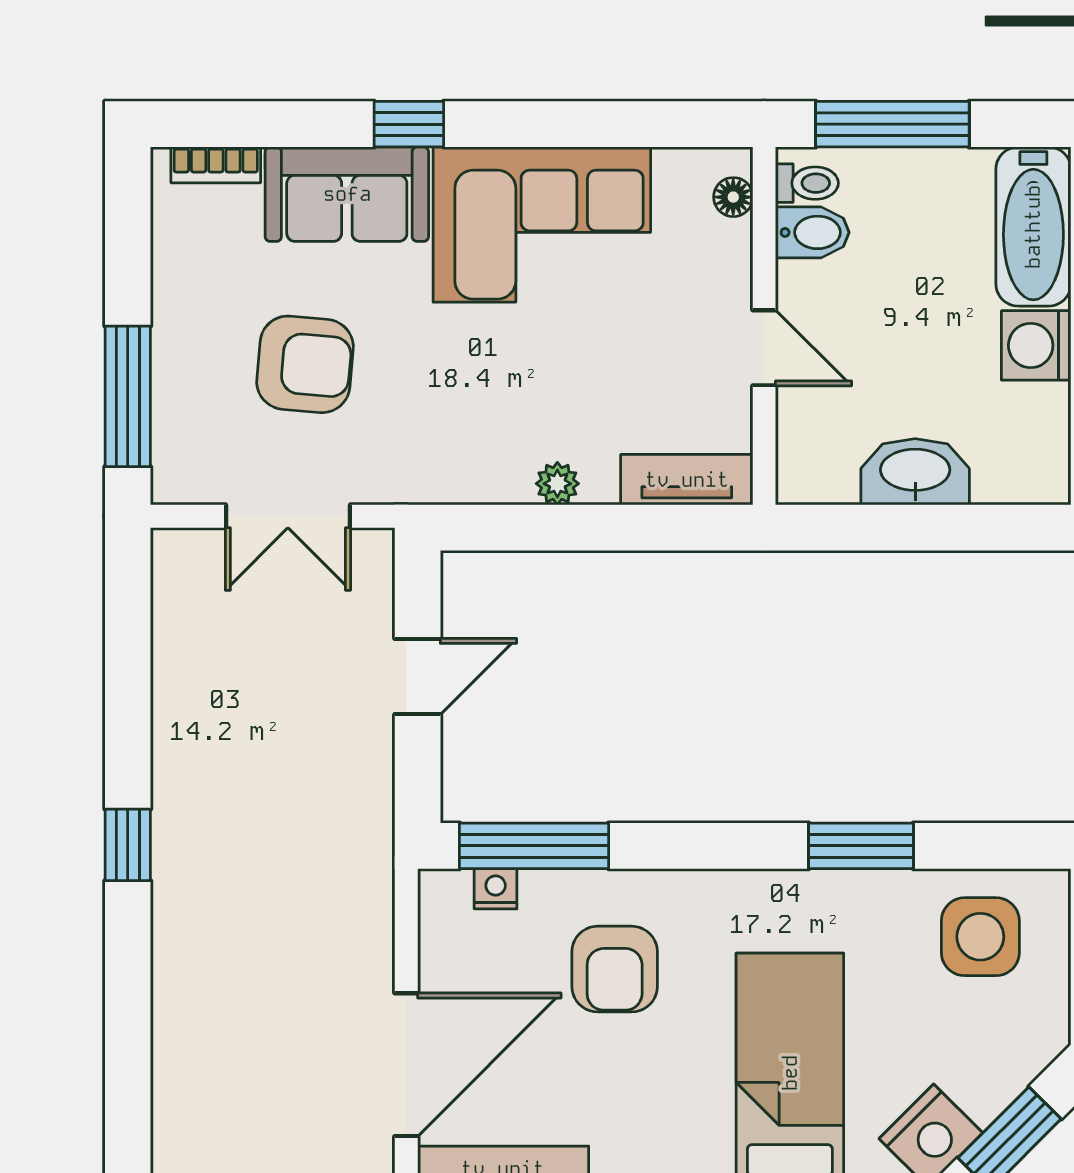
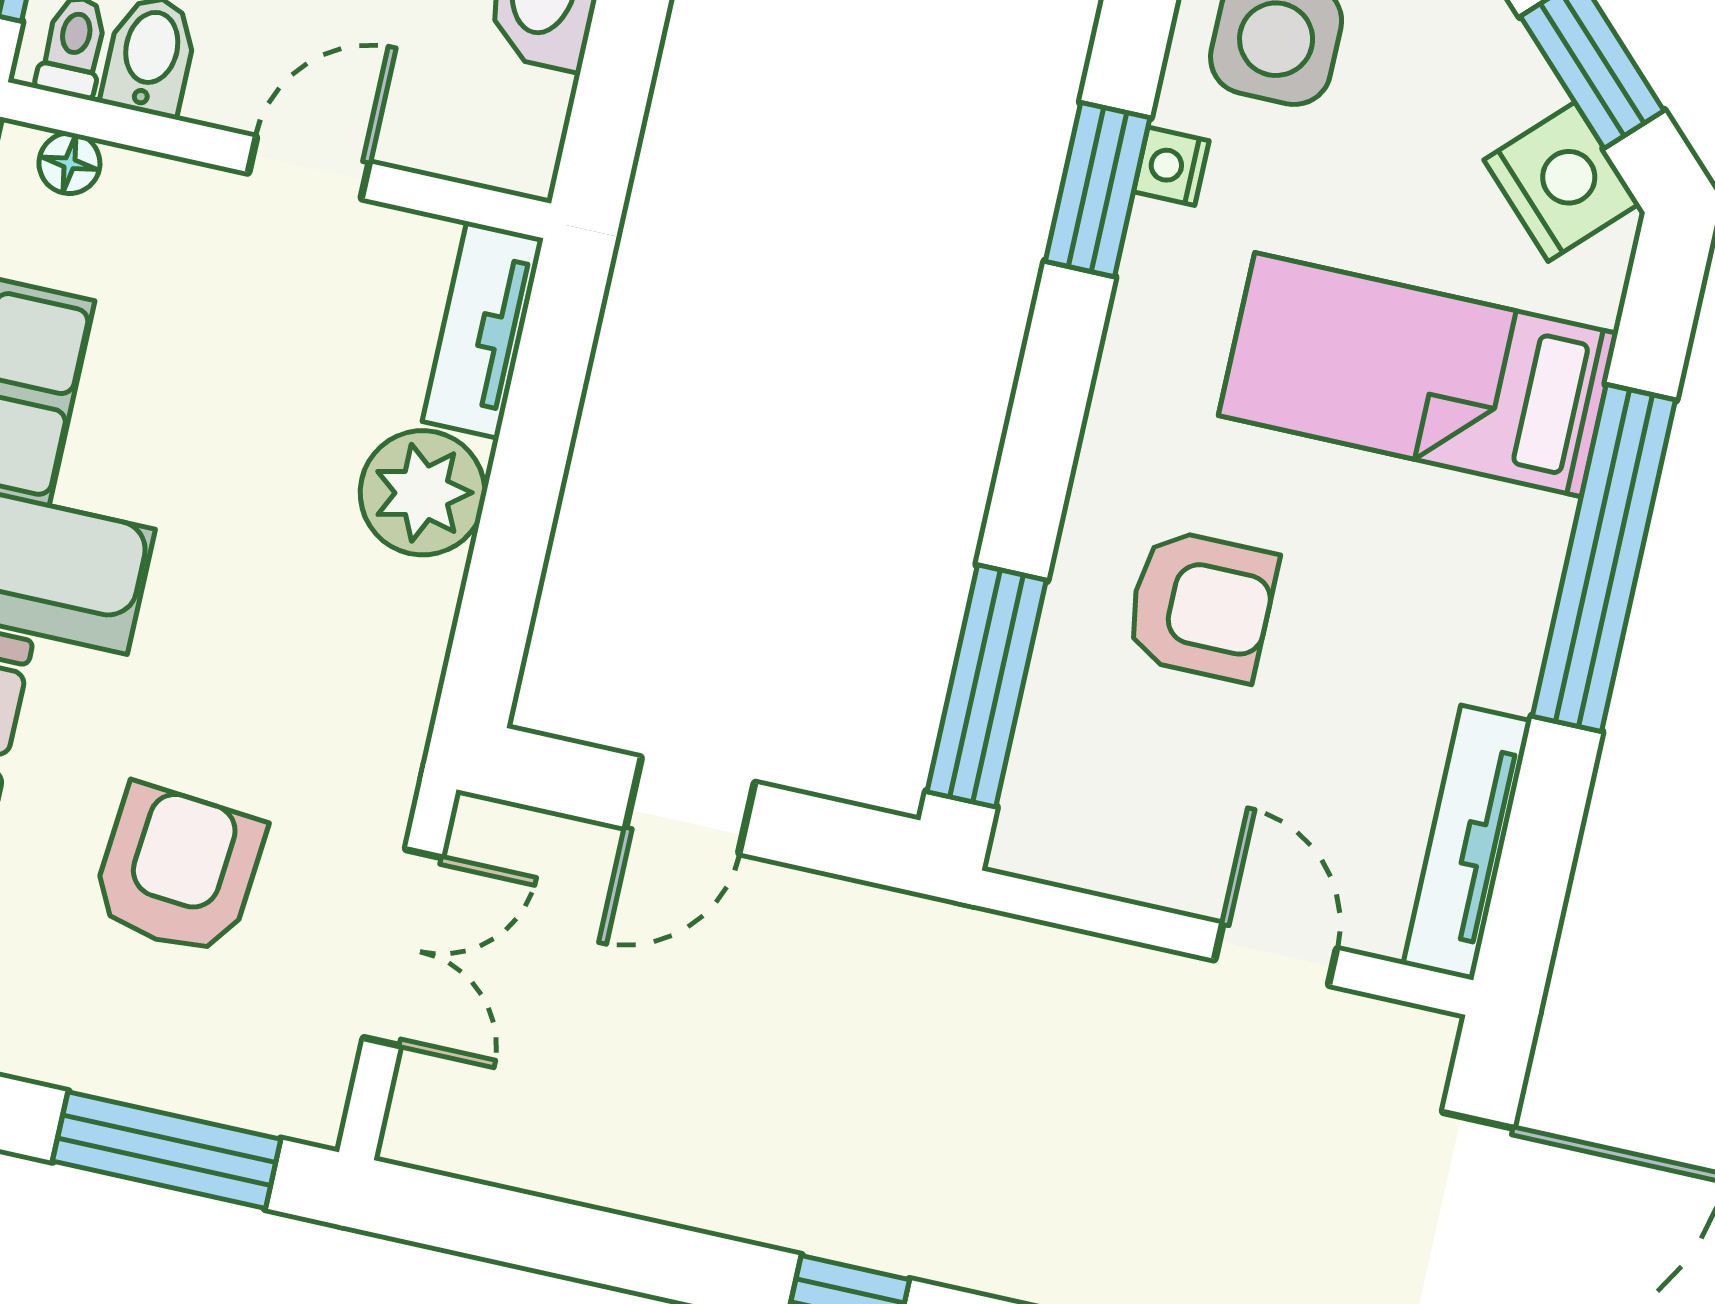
plant: (557, 484) -> (423, 493), width x1.88, depth x1.88
door: (418, 676) -> (690, 805), swing flipped
nightstand: (496, 889) -> (1171, 166), moved
door: (406, 1065) -> (1276, 954), width x0.53

